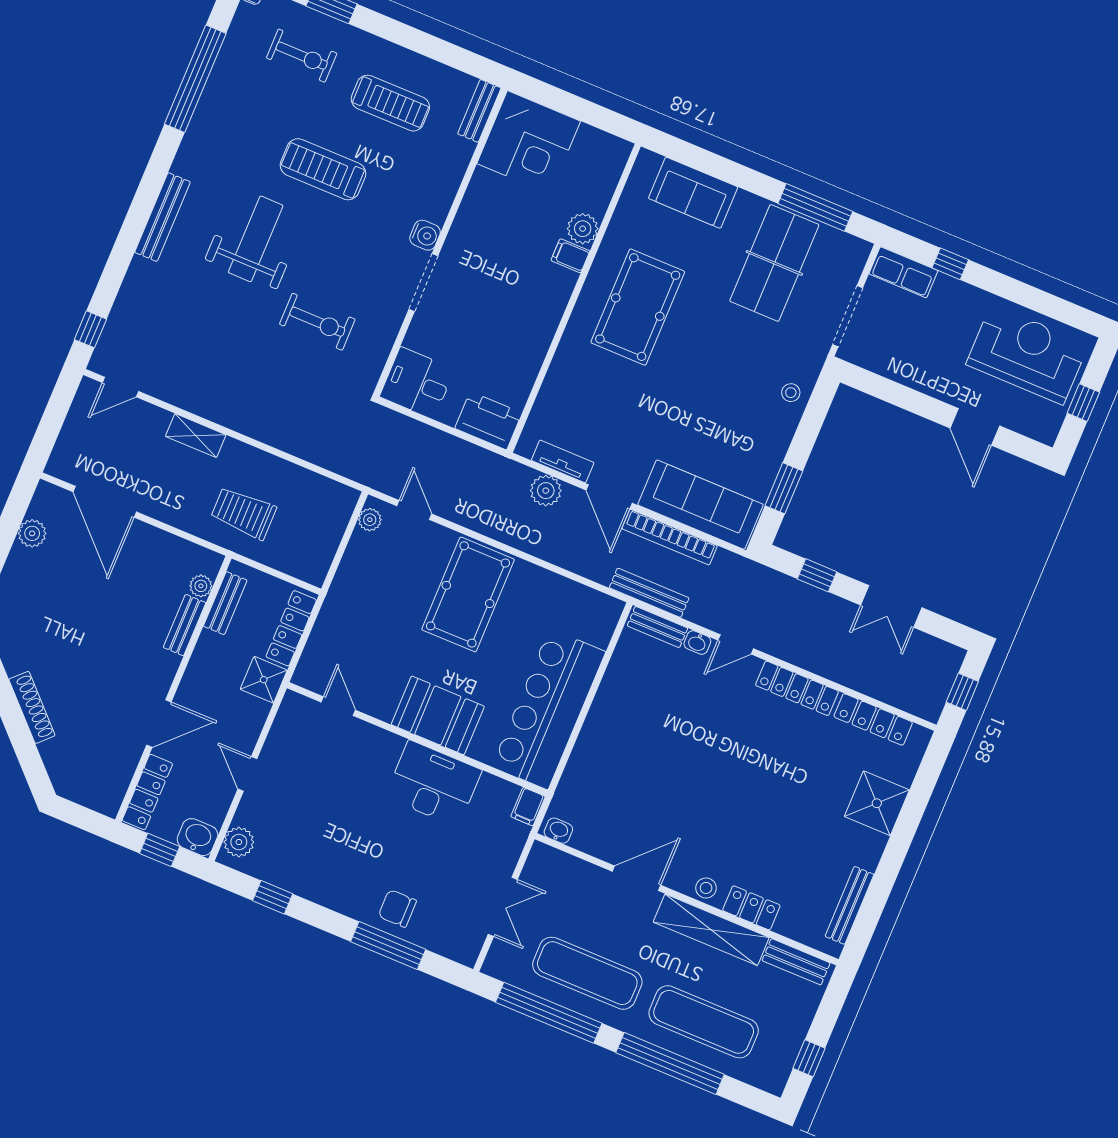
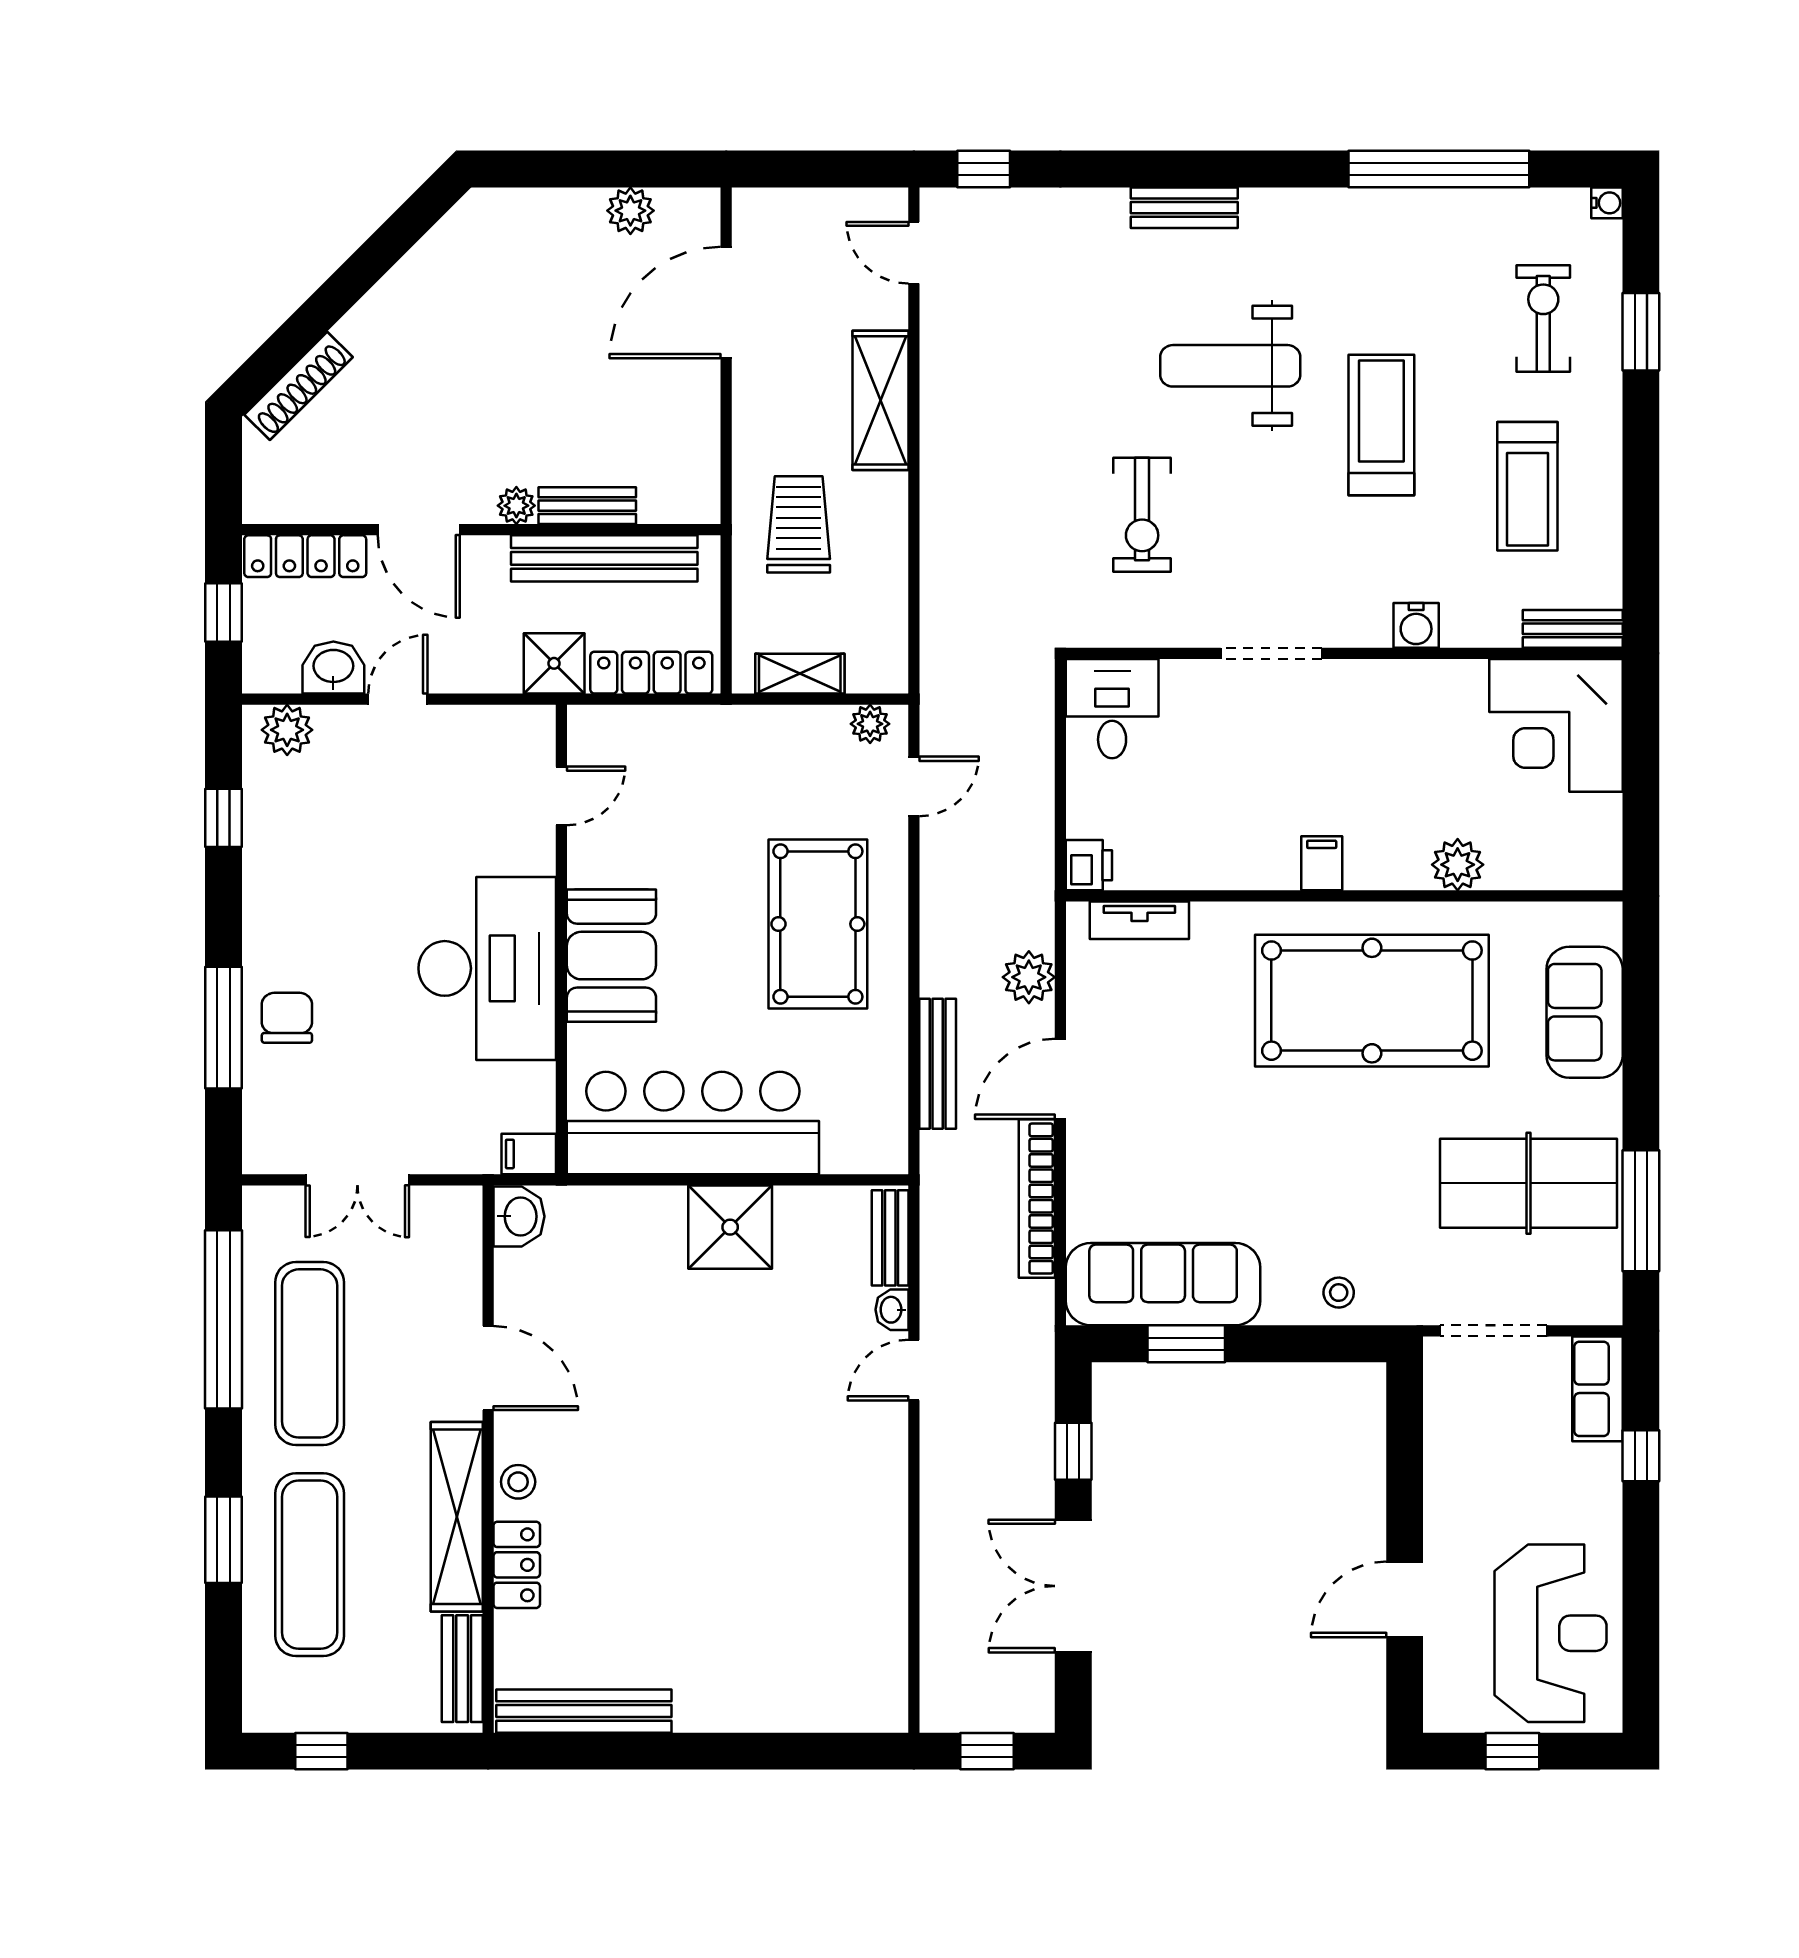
exercise bike: (302, 56) -> (1543, 318), turned 180
bench: (162, 217) -> (1184, 208), width x0.73
water cooler: (425, 235) -> (1416, 625), moved
weight bench: (256, 239) -> (1230, 366), turned 180
filing cabinet: (570, 256) -> (1322, 863), moved
pool table: (638, 307) -> (1372, 1001), width x1.36, depth x1.32
printer: (488, 421) -> (1089, 865), width x0.53, depth x0.68
shelving: (196, 436) -> (881, 400), width x1.50, depth x1.33
tv unit: (563, 461) -> (1139, 920), moved, turned 90
sofa: (700, 505) -> (1163, 1284), moved, turned -90
shelving: (326, 547) -> (800, 674), added
plant: (201, 586) -> (516, 506), moved
bench: (649, 593) -> (938, 1064), moved
pool table: (468, 594) -> (818, 924), turned 90
bench: (225, 603) -> (604, 558), width x1.86, depth x1.21
double door: (891, 606) -> (1073, 1586), width x1.37
door: (736, 644) -> (914, 1370), hinge flipped
locker: (797, 688) -> (886, 1493), removed
shoe rack: (32, 707) -> (298, 386), moved
locker: (873, 719) -> (887, 1631), removed
desk: (433, 784) -> (487, 968), width x1.36, depth x1.30
shower: (877, 803) -> (730, 1227), moved
washbasin: (558, 831) -> (519, 1216), width x1.38, depth x1.45
washbasin: (197, 837) -> (333, 668), moved, turned -90
bench: (850, 905) -> (584, 1711), width x1.37, depth x1.21
window: (670, 1063) -> (224, 1540), width x0.47

